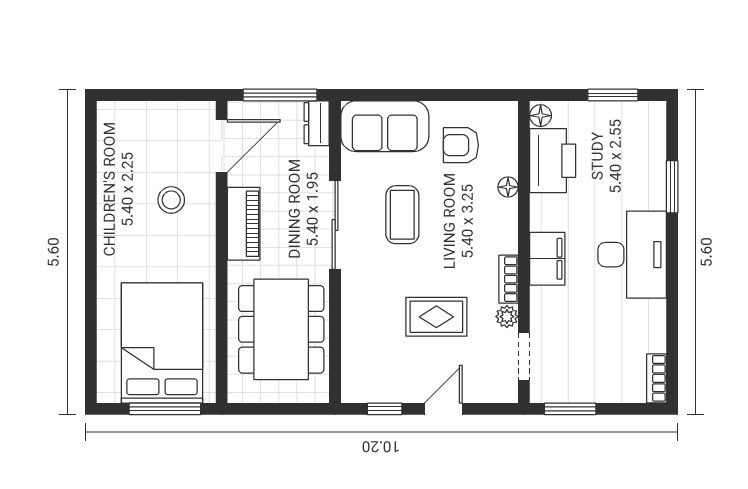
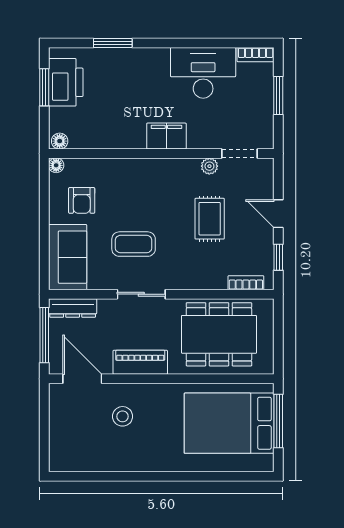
dresser: (317, 123) -> (73, 308), width x1.44
printer: (553, 161) -> (66, 82), moved, turned 90
floor lamp: (508, 187) -> (56, 165), moved
sliding door: (335, 225) -> (141, 294), width x0.73
desk: (632, 255) -> (203, 73), moved
bookcase: (509, 279) -> (246, 283), moved, turned 180
window: (570, 409) -> (278, 95), moved

